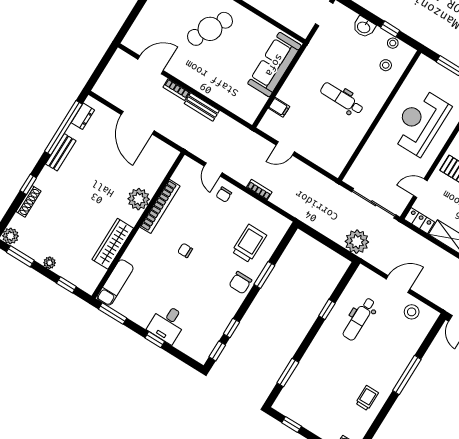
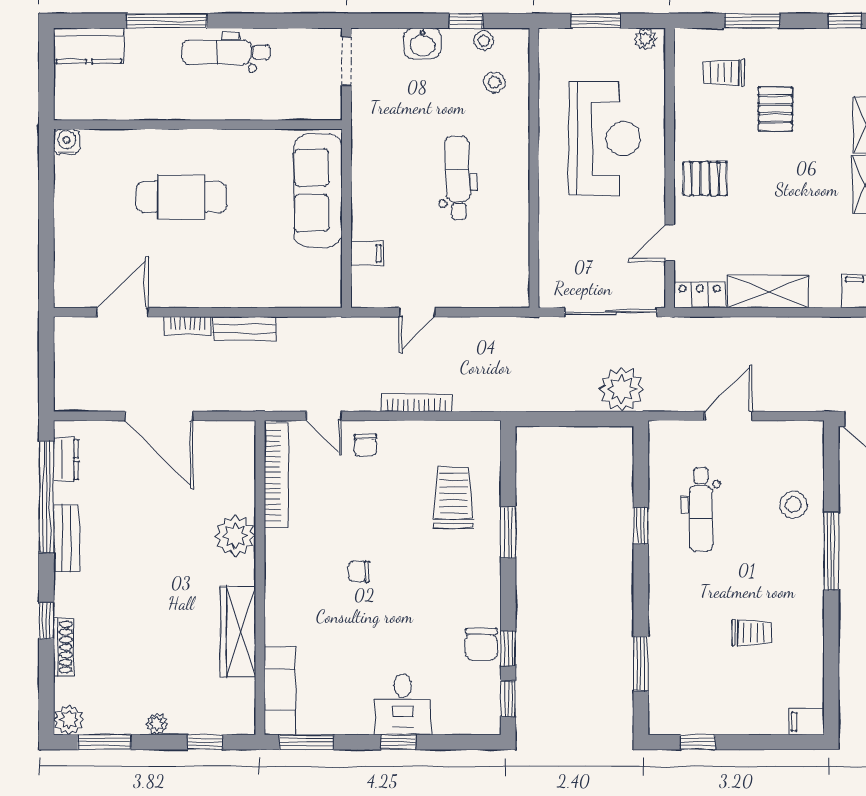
cafe table: (210, 29) -> (181, 197), turned 62
dental chair: (342, 99) -> (458, 178), turned 88
reception desk: (420, 122) -> (605, 138), turned 180
bookcase: (259, 190) -> (417, 403), width x1.56
bookcase: (160, 206) -> (276, 475), moved
chair: (240, 283) -> (481, 644), moved
stool: (412, 312) -> (793, 505), moved
trolley: (367, 398) -> (752, 633), moved, turned 90

